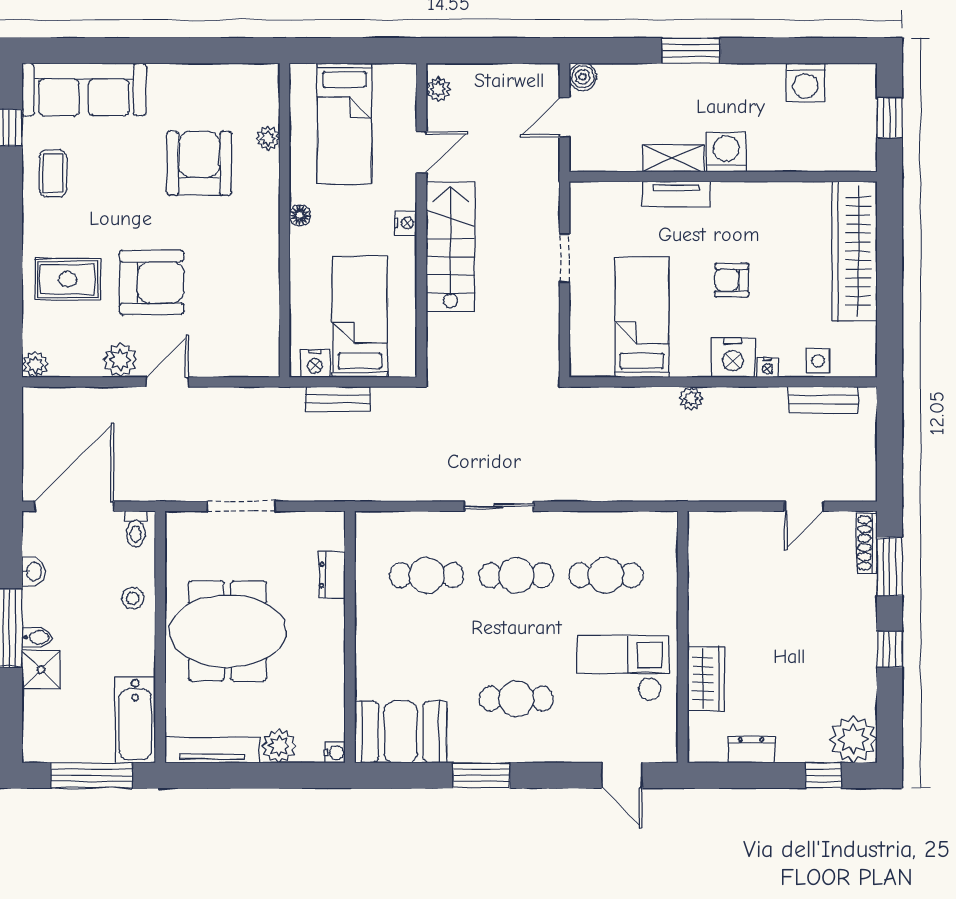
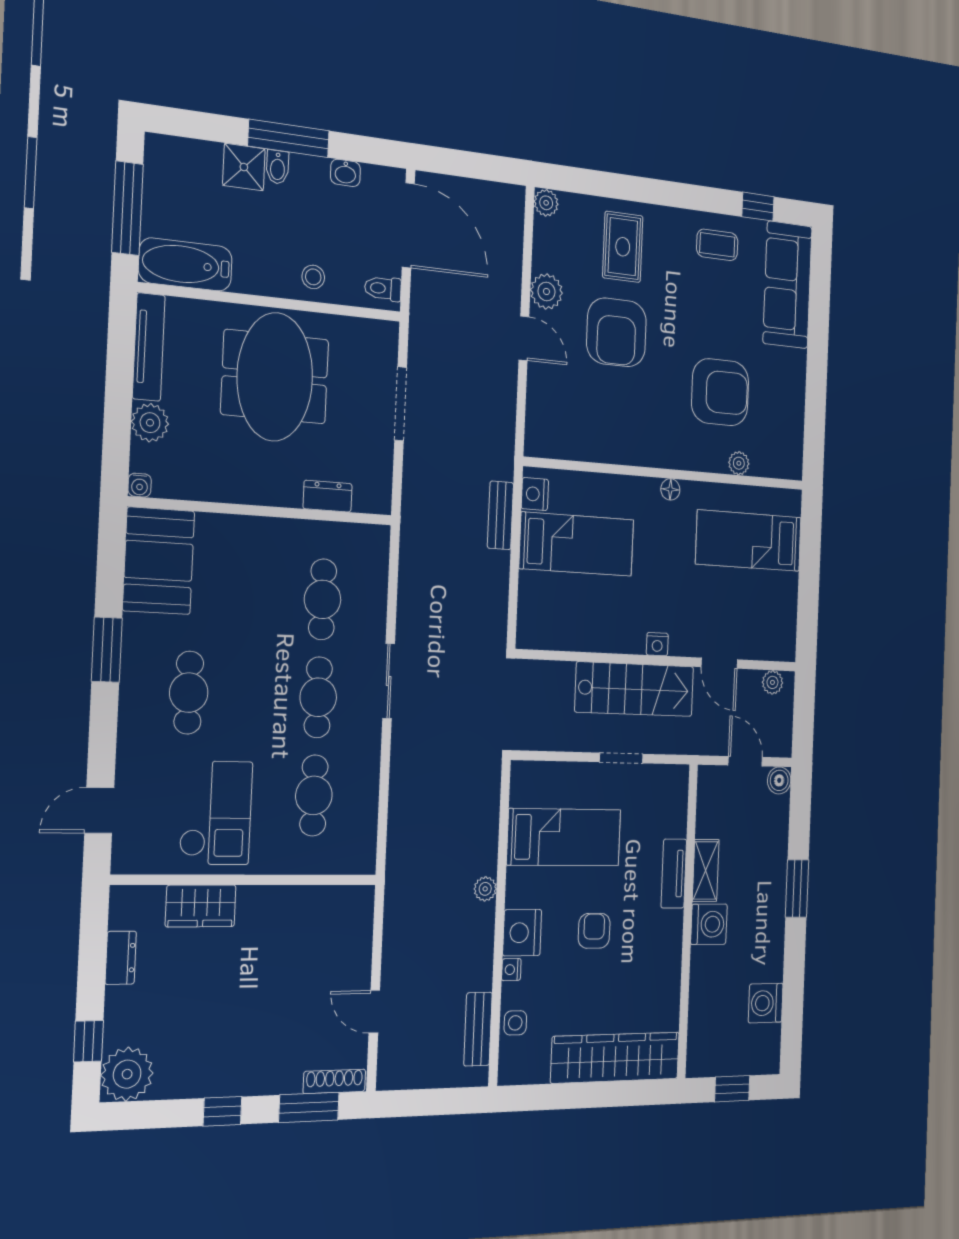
plant: (438, 89) -> (772, 682), moved
door: (421, 152) -> (719, 663), moved
wall: (421, 220) -> (659, 660), moved
nightstand: (406, 223) -> (657, 644), moved
stairs: (451, 246) -> (635, 689), moved

